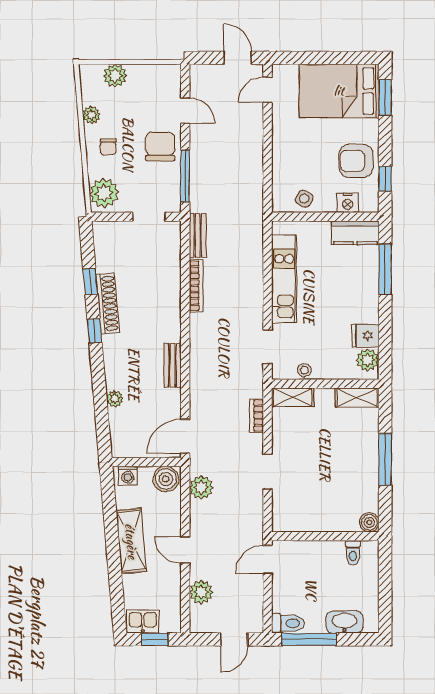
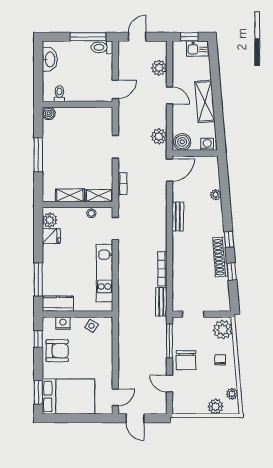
plant: (91, 115) -> (232, 394), moved
shelving: (357, 398) -> (70, 195), moved
washbasin: (344, 622) -> (50, 59), moved, turned -90

